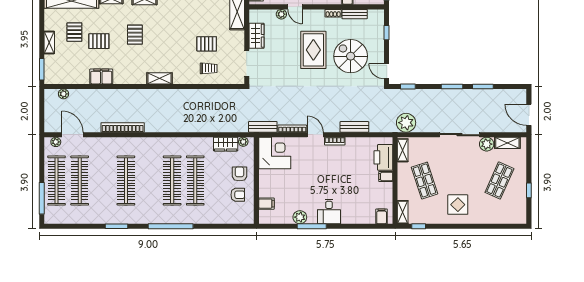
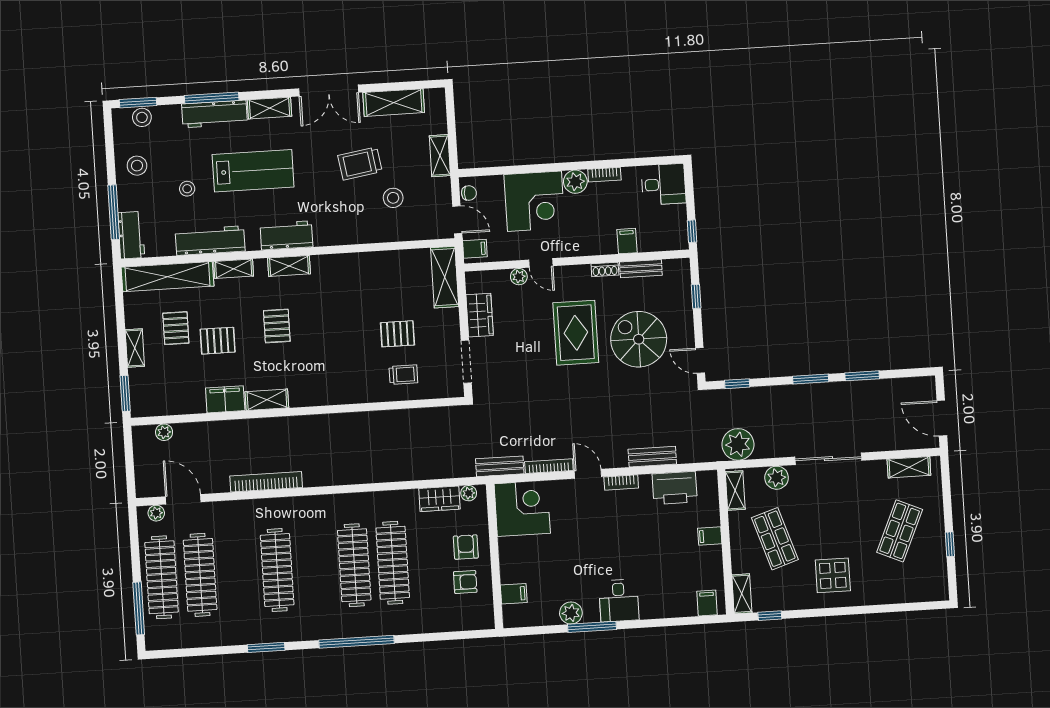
shelving: (159, 78) -> (267, 400), moved
plant: (487, 144) -> (777, 478), moved
printer: (383, 157) -> (675, 488), moved, turned -90

